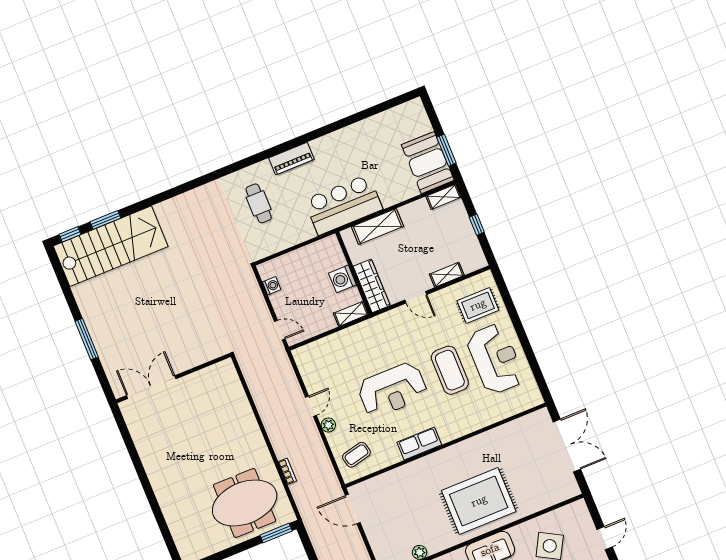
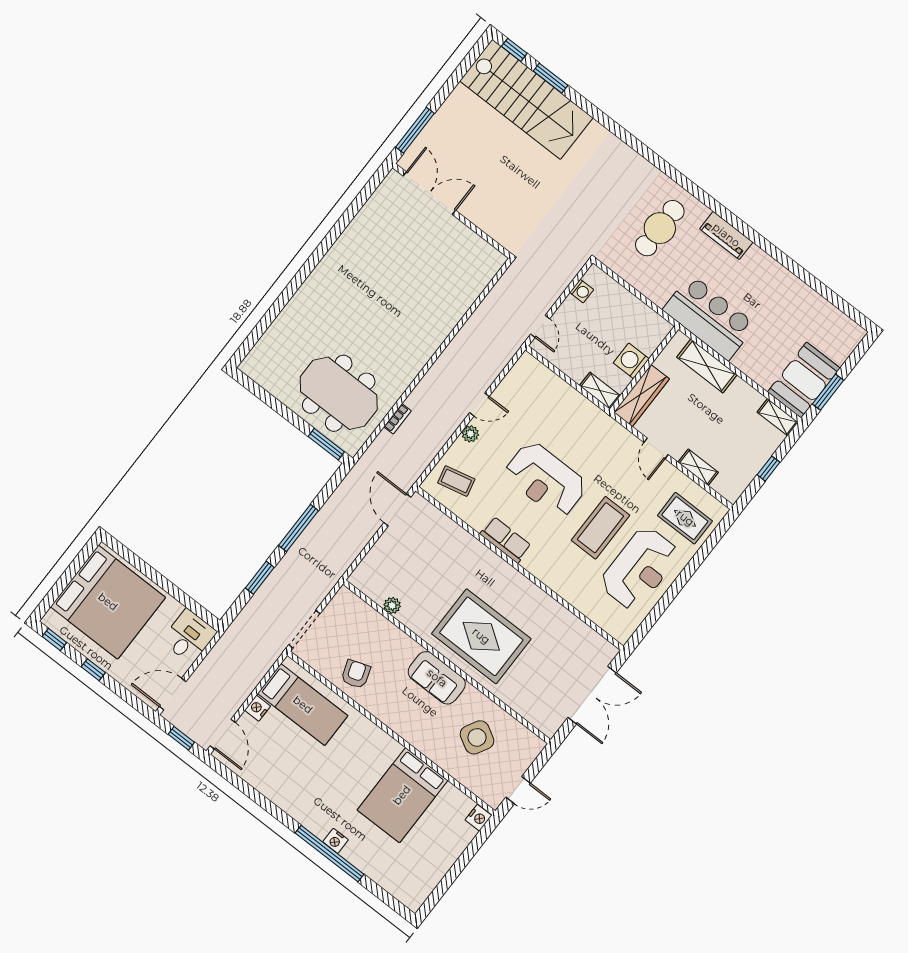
cafe table: (259, 203) -> (660, 228), width x1.37, depth x1.35
wall: (173, 378) -> (452, 211), moved
double door: (151, 387) -> (429, 193), moved

